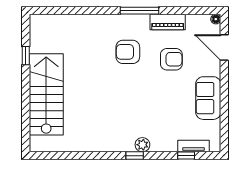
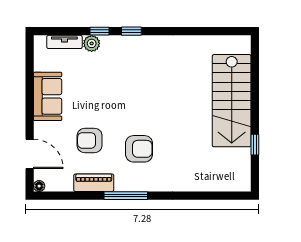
plant: (142, 145) -> (92, 43), moved
window: (186, 156) -> (99, 31), moved

